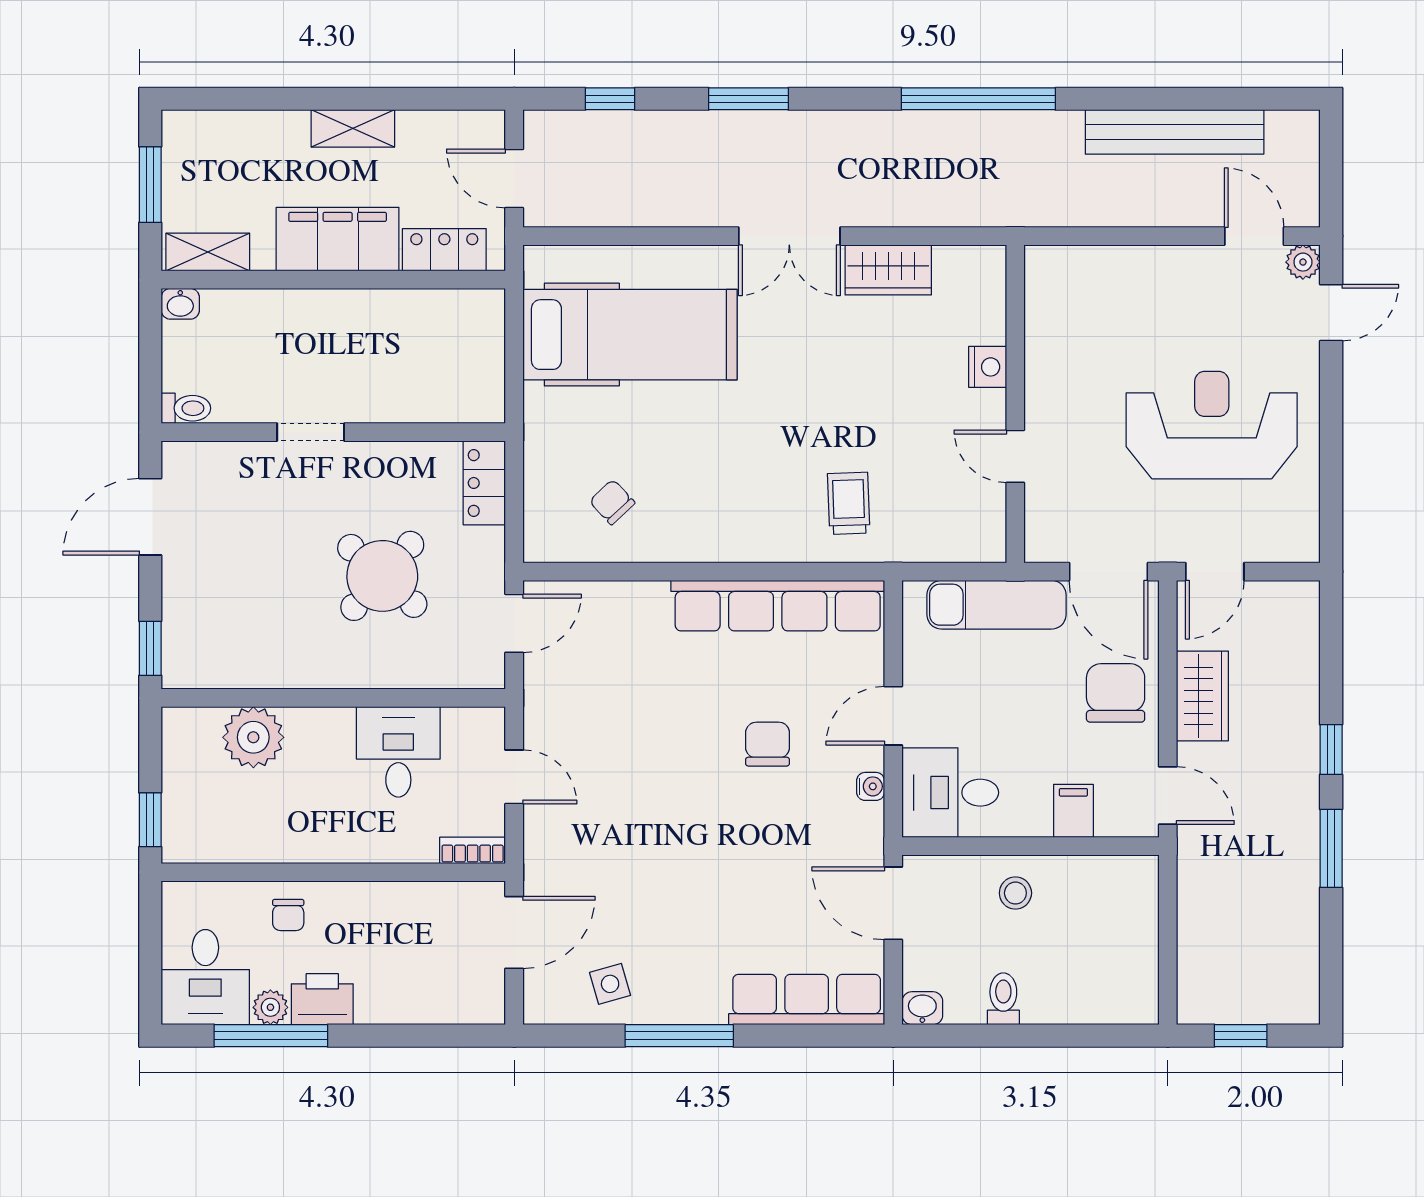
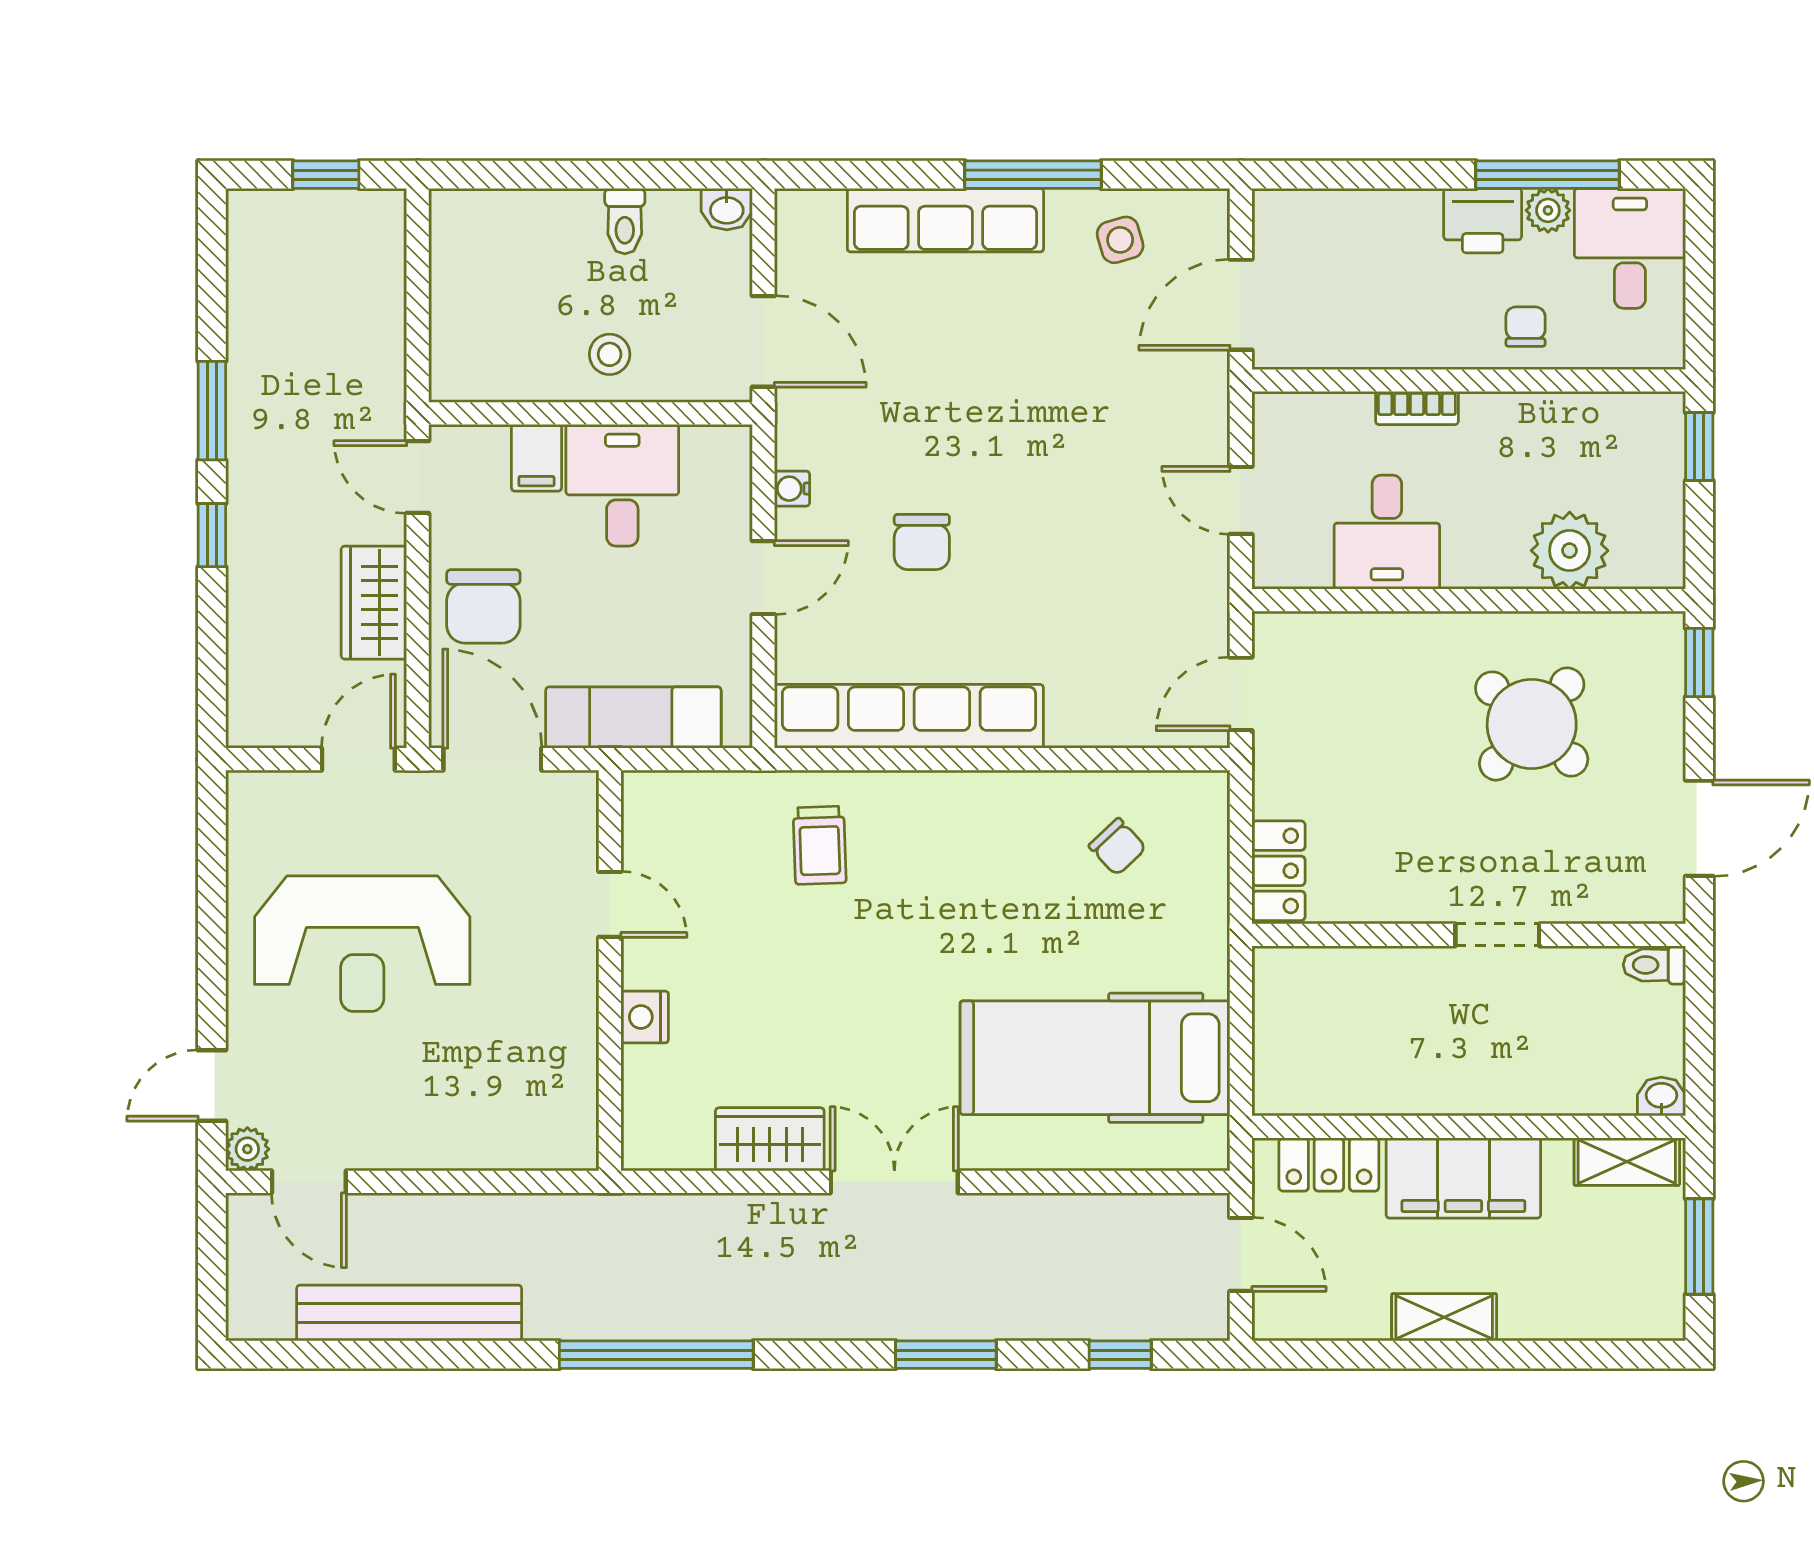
round table: (382, 576) -> (1532, 724), moved
desk: (950, 793) -> (622, 485), moved, turned -90
bookcase: (473, 850) -> (1417, 408), moved
row of seats: (807, 1000) -> (945, 220), moved

